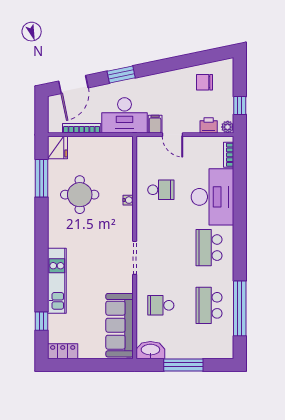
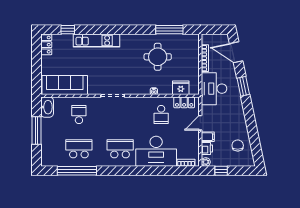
filing cabinet: (155, 124) -> (208, 137), moved
fridge: (57, 148) -> (181, 88), moved, turned 180
locker: (144, 157) -> (184, 102), added

